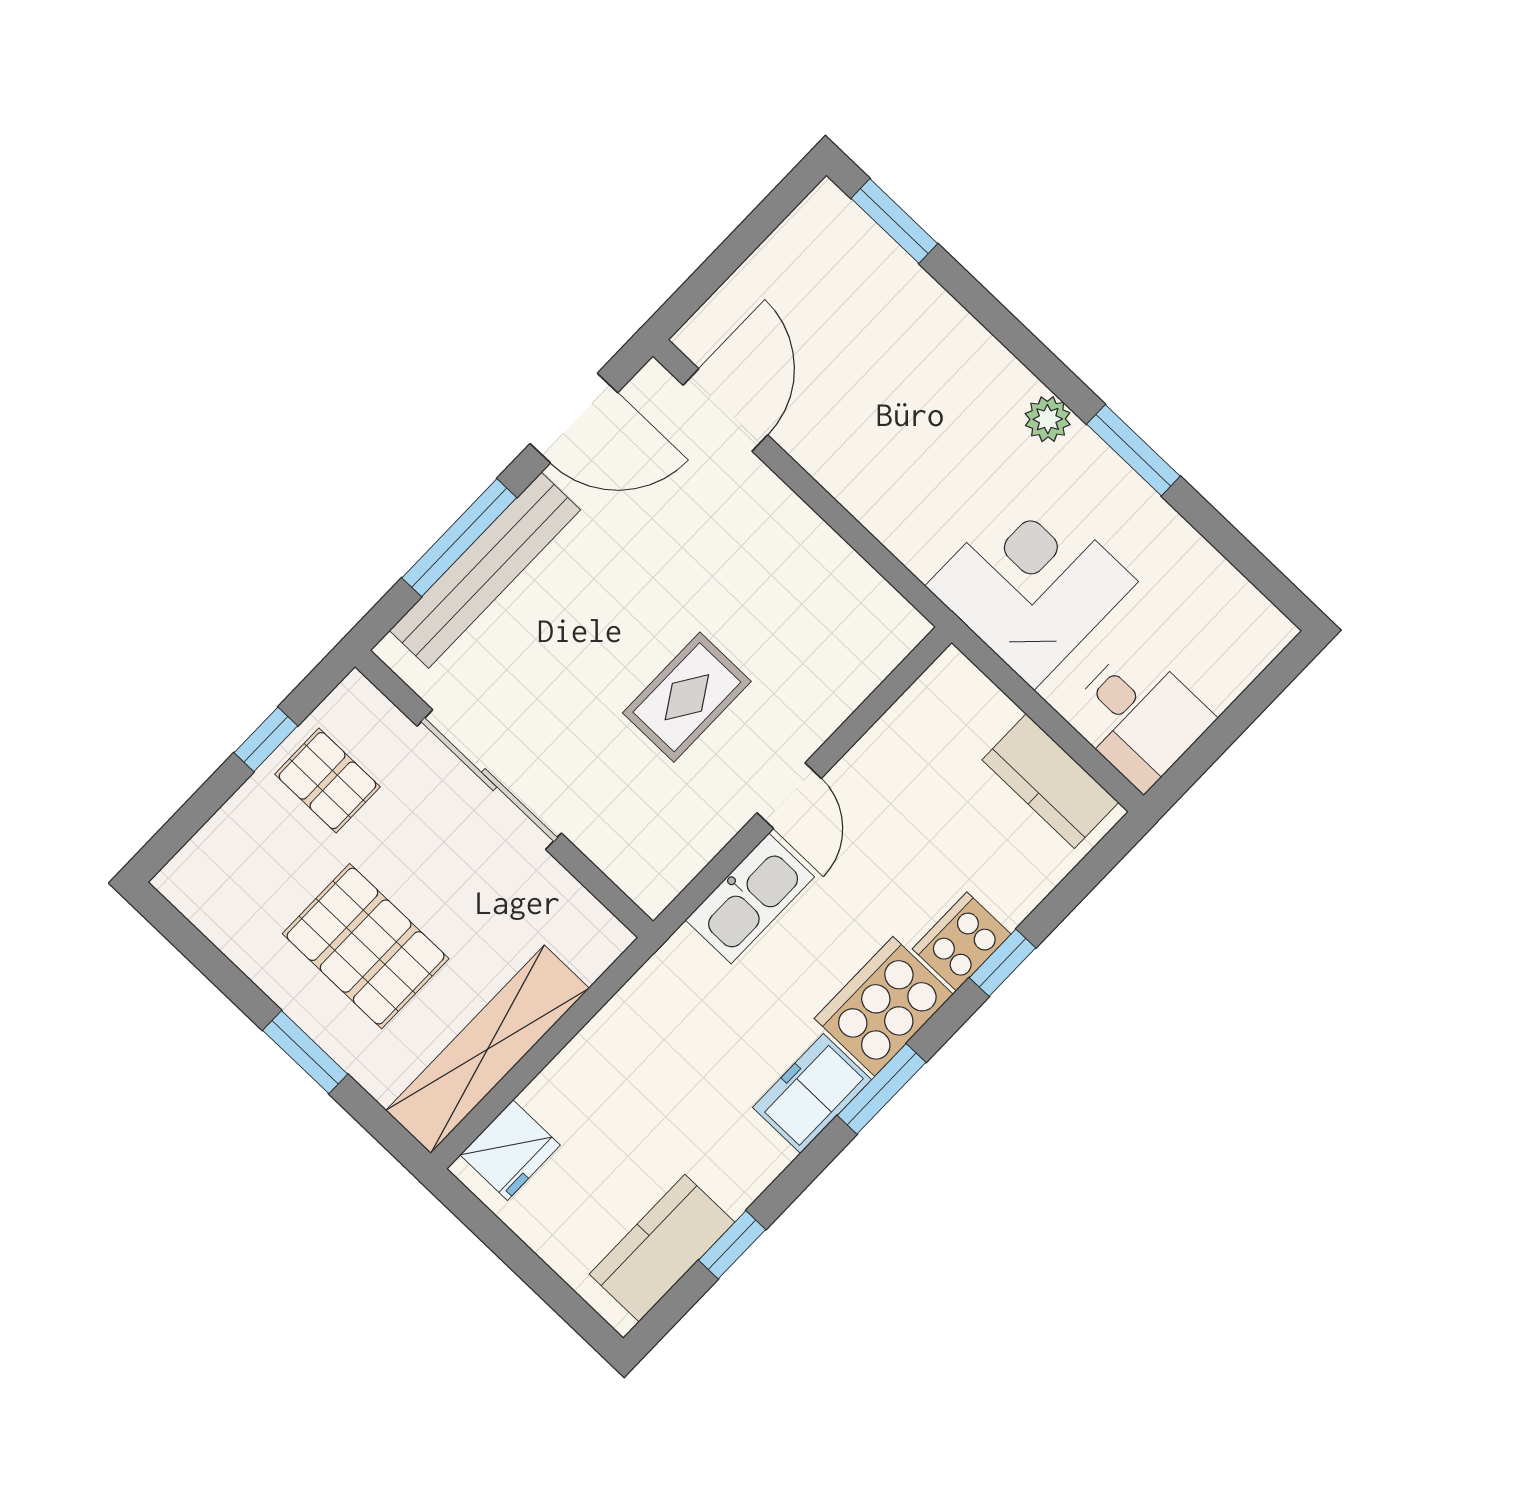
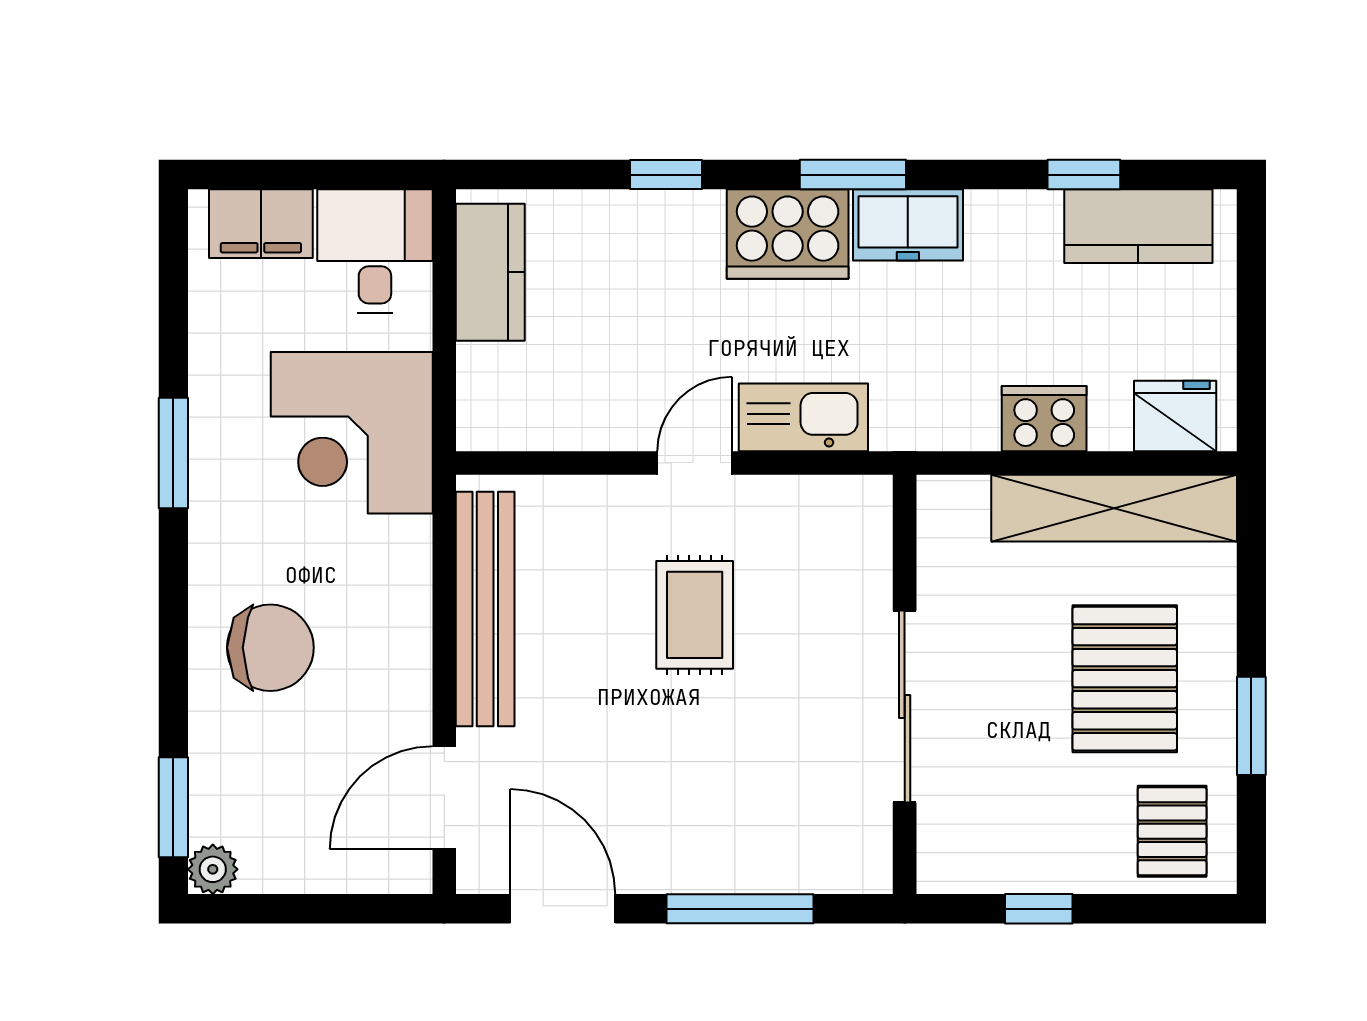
chair: (939, 390) -> (270, 648), added
plant: (1048, 419) -> (213, 869), moved
bench: (485, 570) -> (485, 609), moved, turned 90
filing cabinet: (1231, 658) -> (261, 224), added
rug: (687, 697) -> (695, 615), turned 90
pallet: (328, 781) -> (1172, 831), moved
cooker: (962, 942) -> (1044, 419), moved, turned 180
window: (305, 1052) -> (1251, 726), moved

